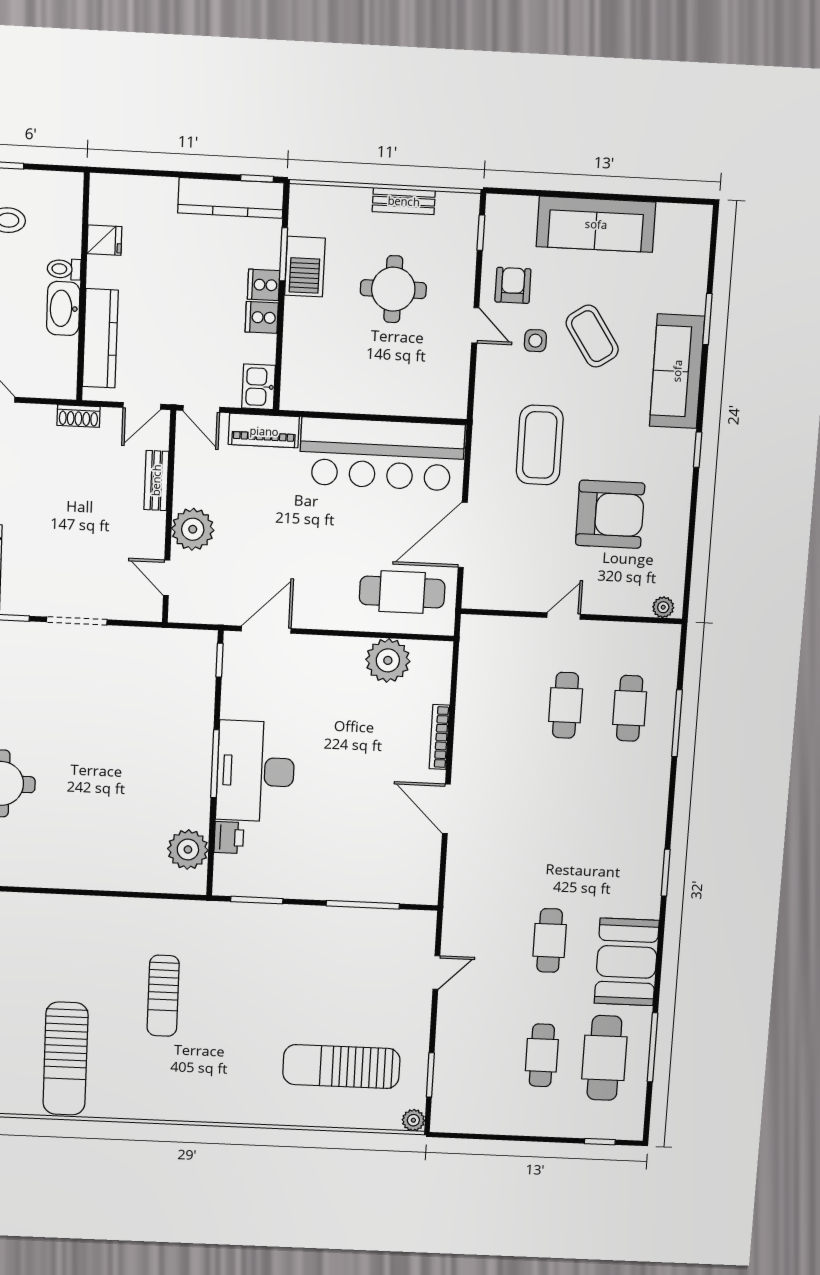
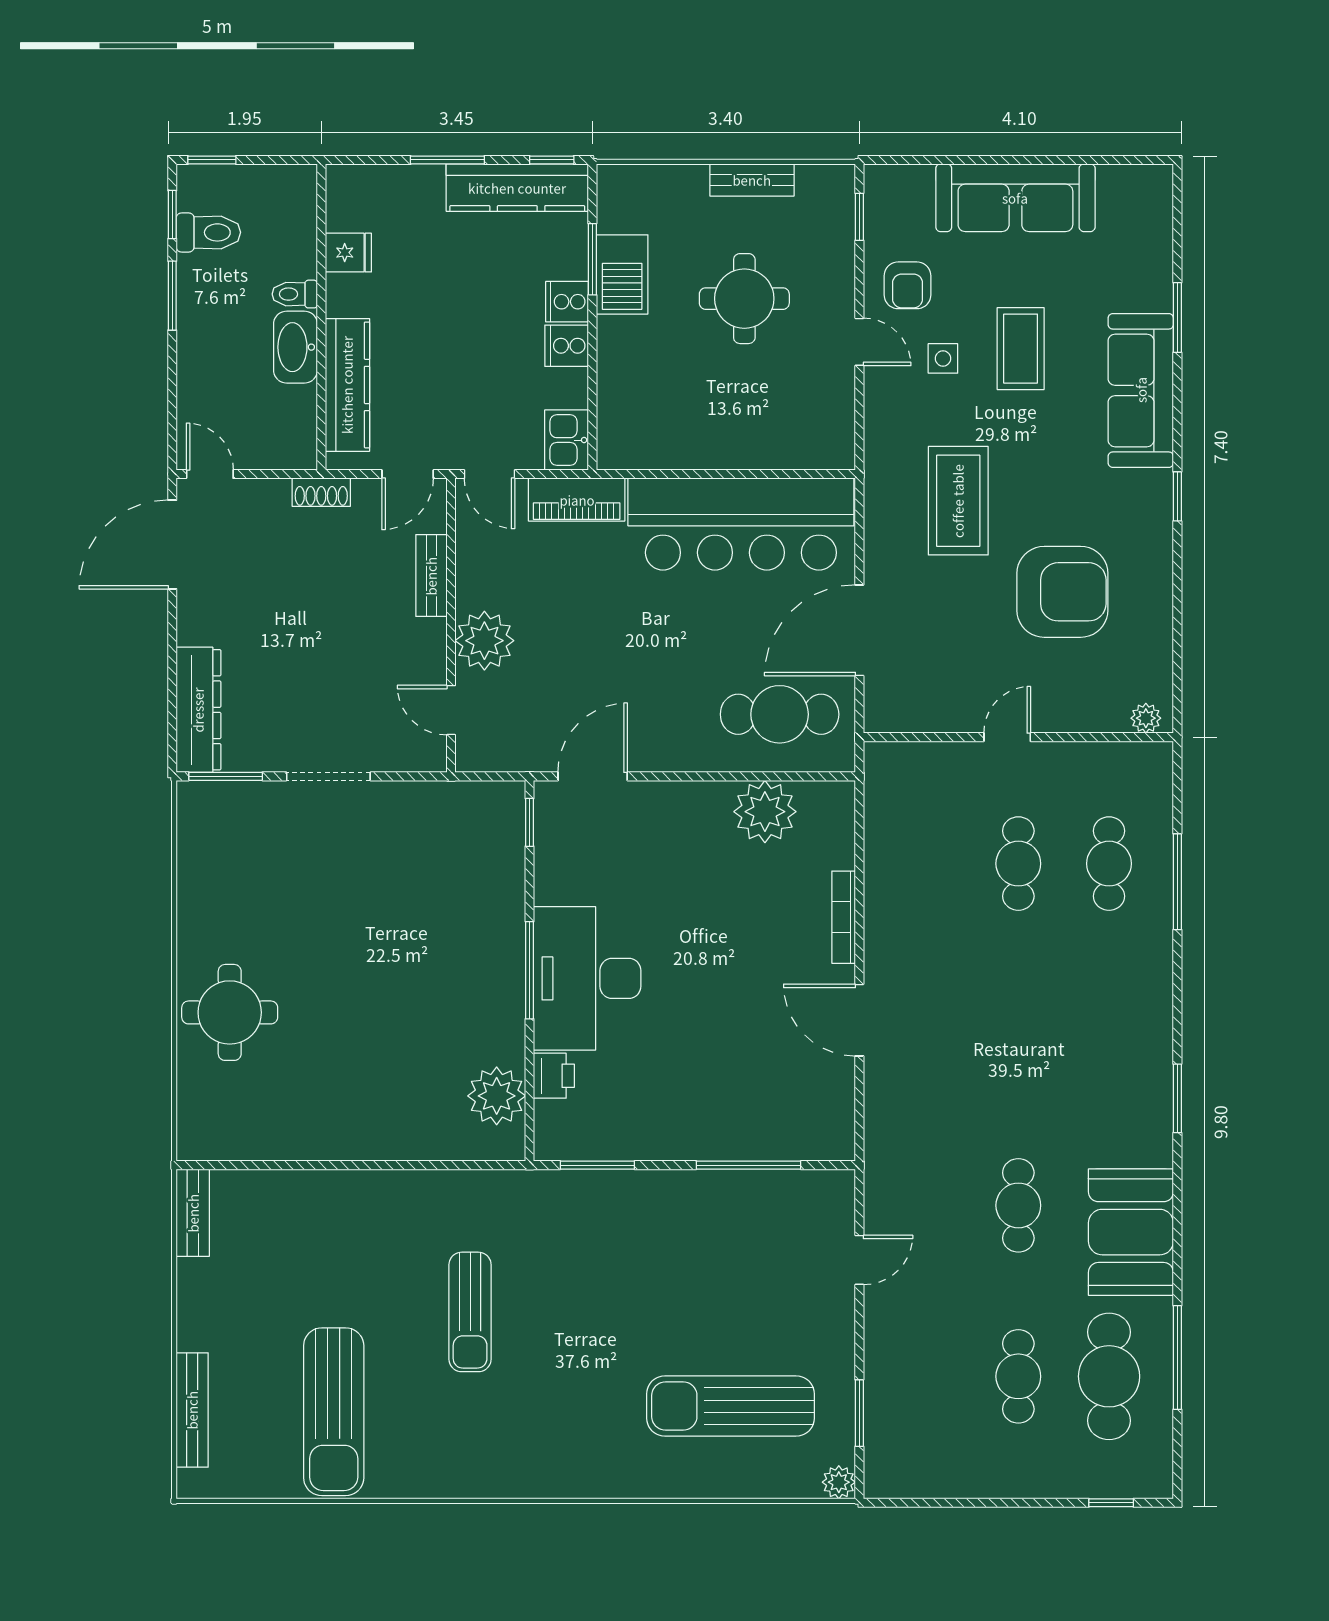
window: (180, 174) -> (447, 160), added
armchair: (513, 285) -> (908, 285), turned 180
coffee table: (592, 336) -> (1021, 349), turned 34

